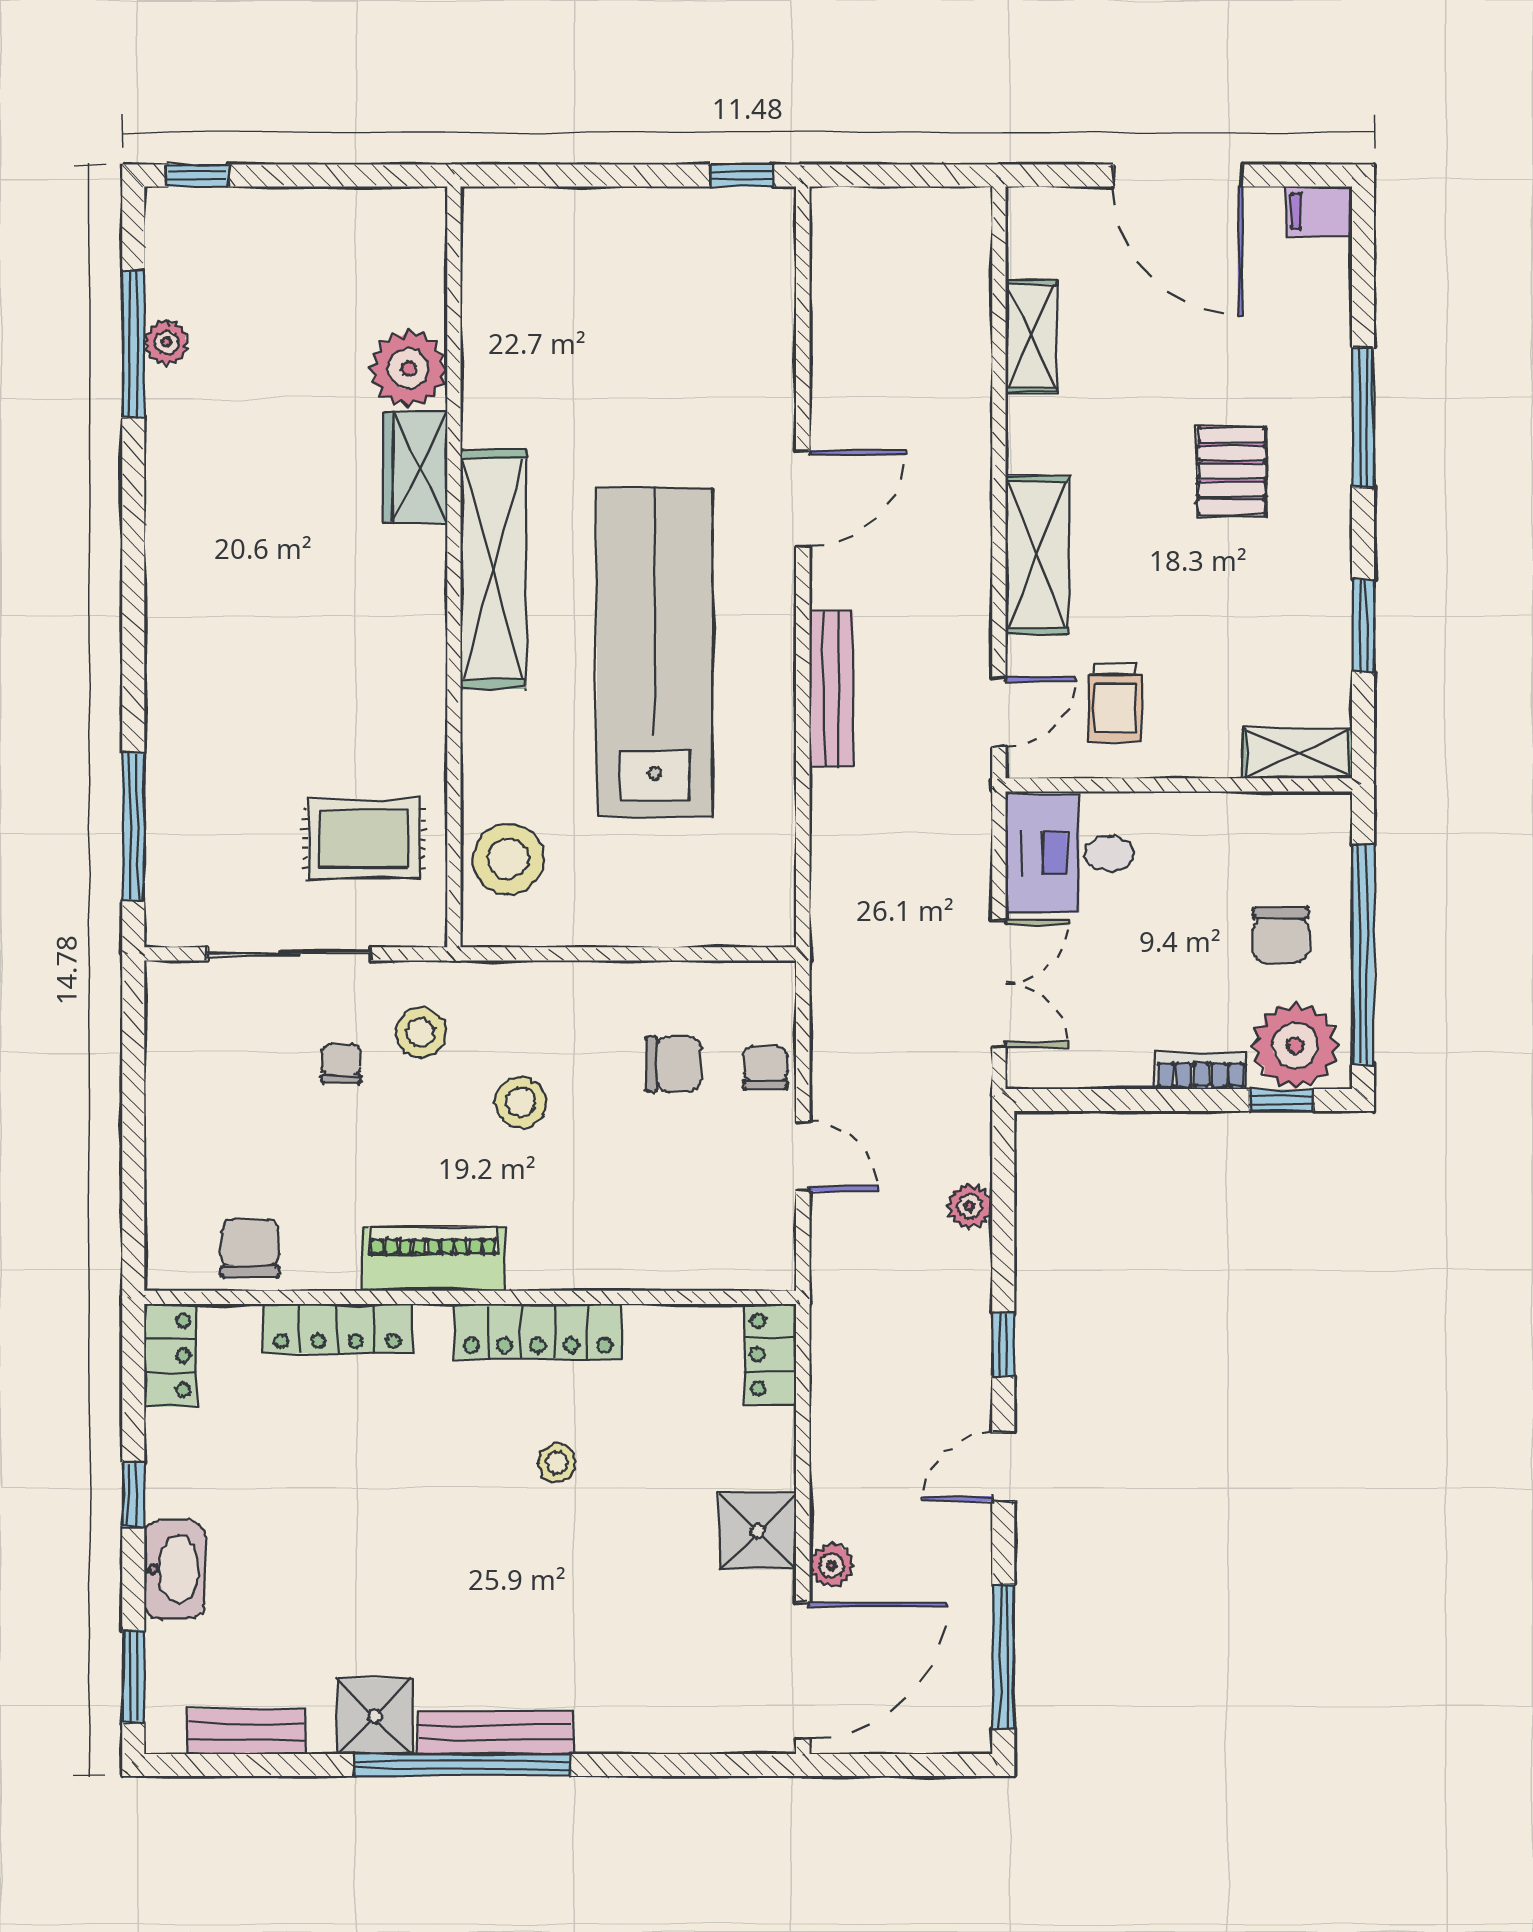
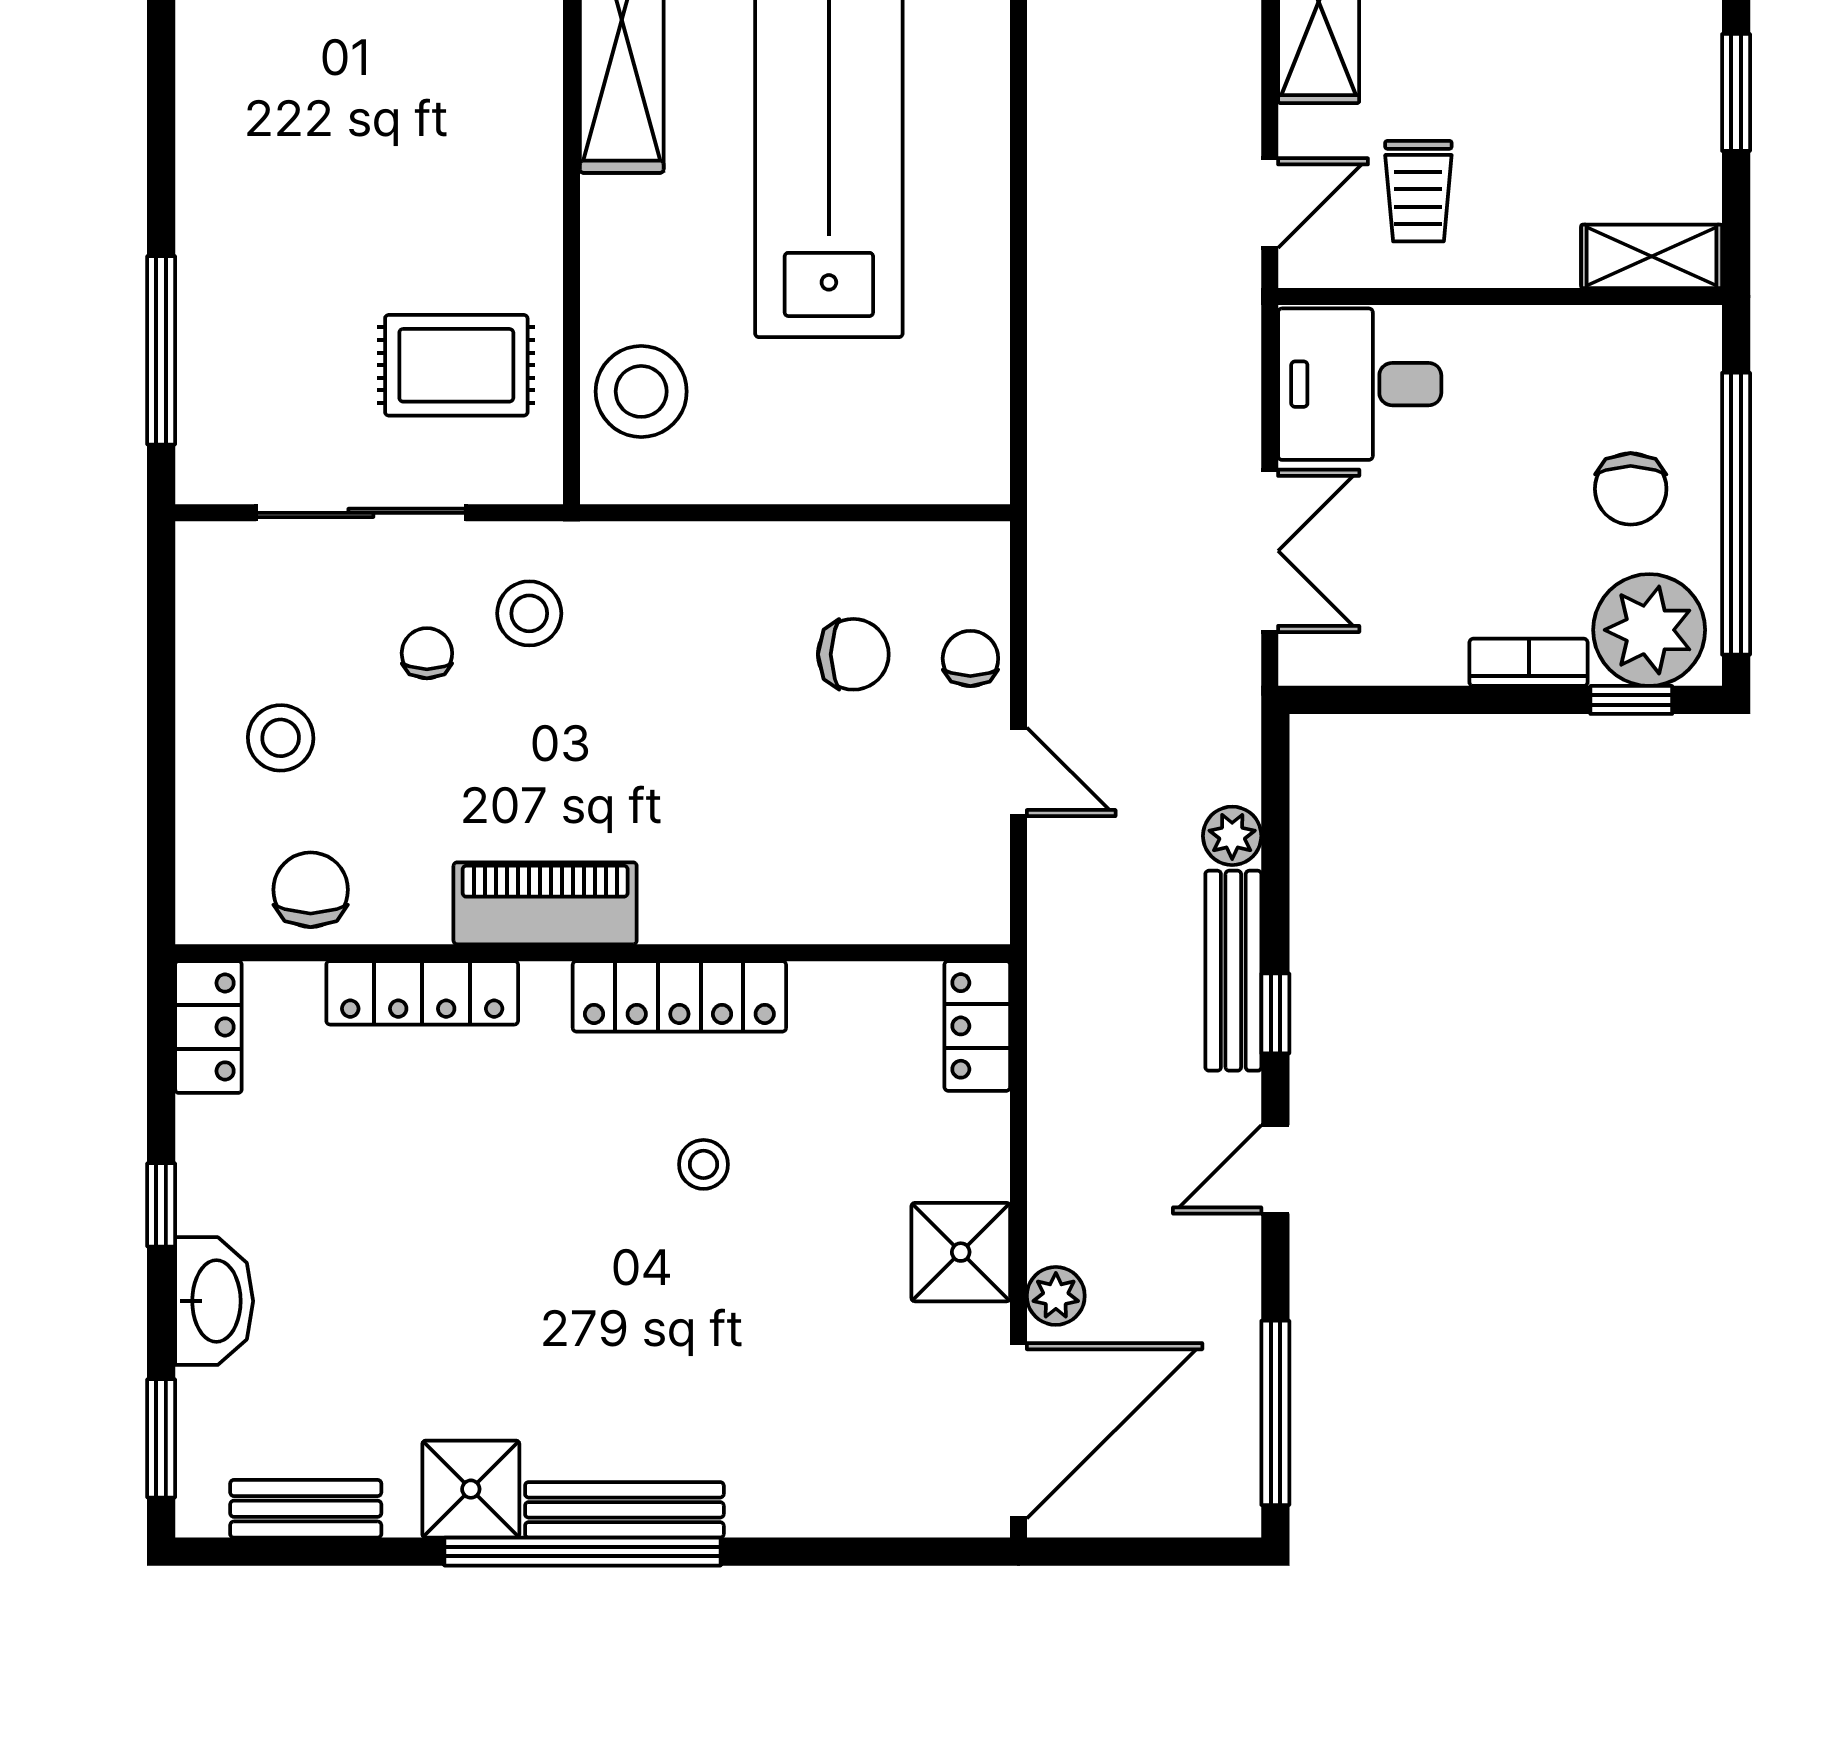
bench: (831, 688) -> (1233, 971), moved
stool: (520, 1102) -> (281, 738), moved

